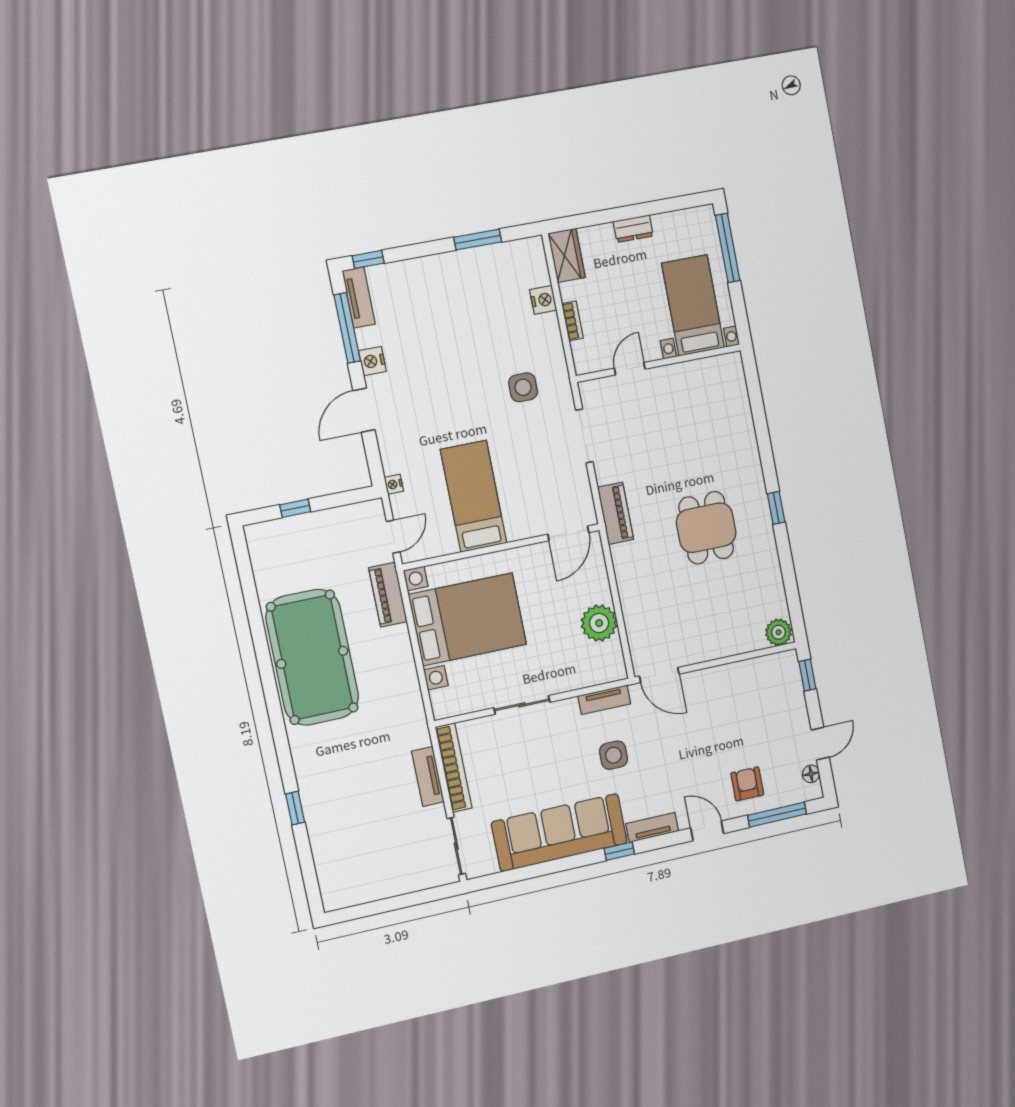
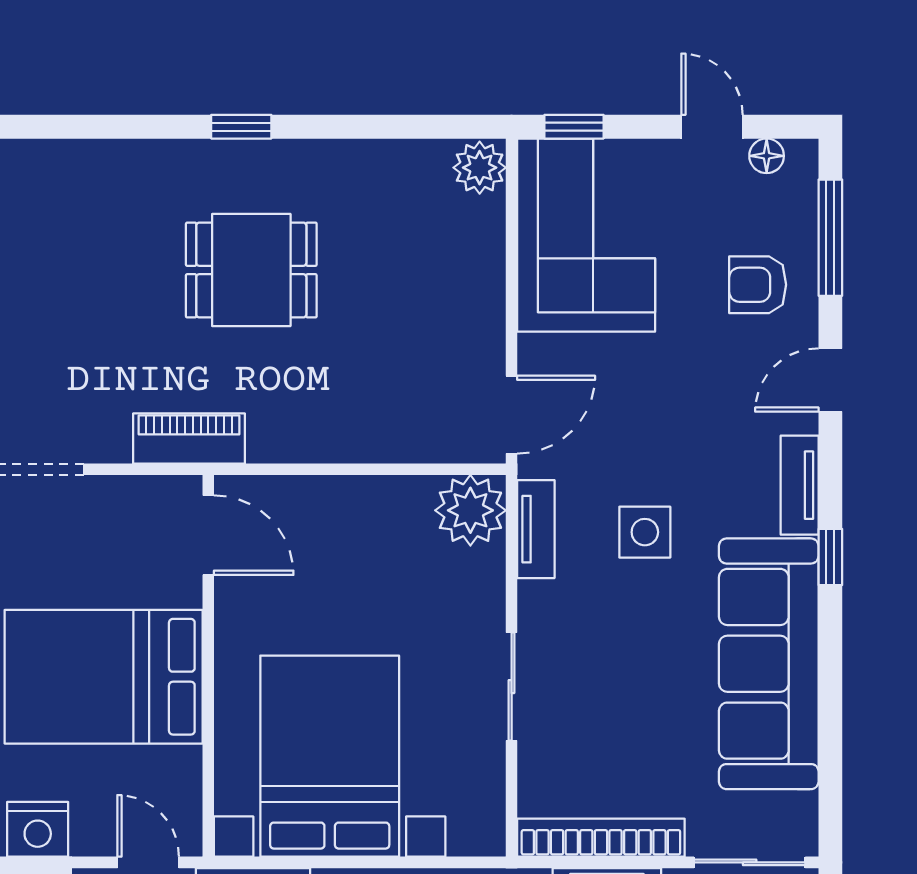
nightstand: (394, 484) -> (38, 829), width x1.89, depth x1.79
bed: (474, 496) -> (104, 677), width x1.50
plant: (599, 623) -> (470, 510), moved
corner sofa: (755, 693) -> (586, 235), added

